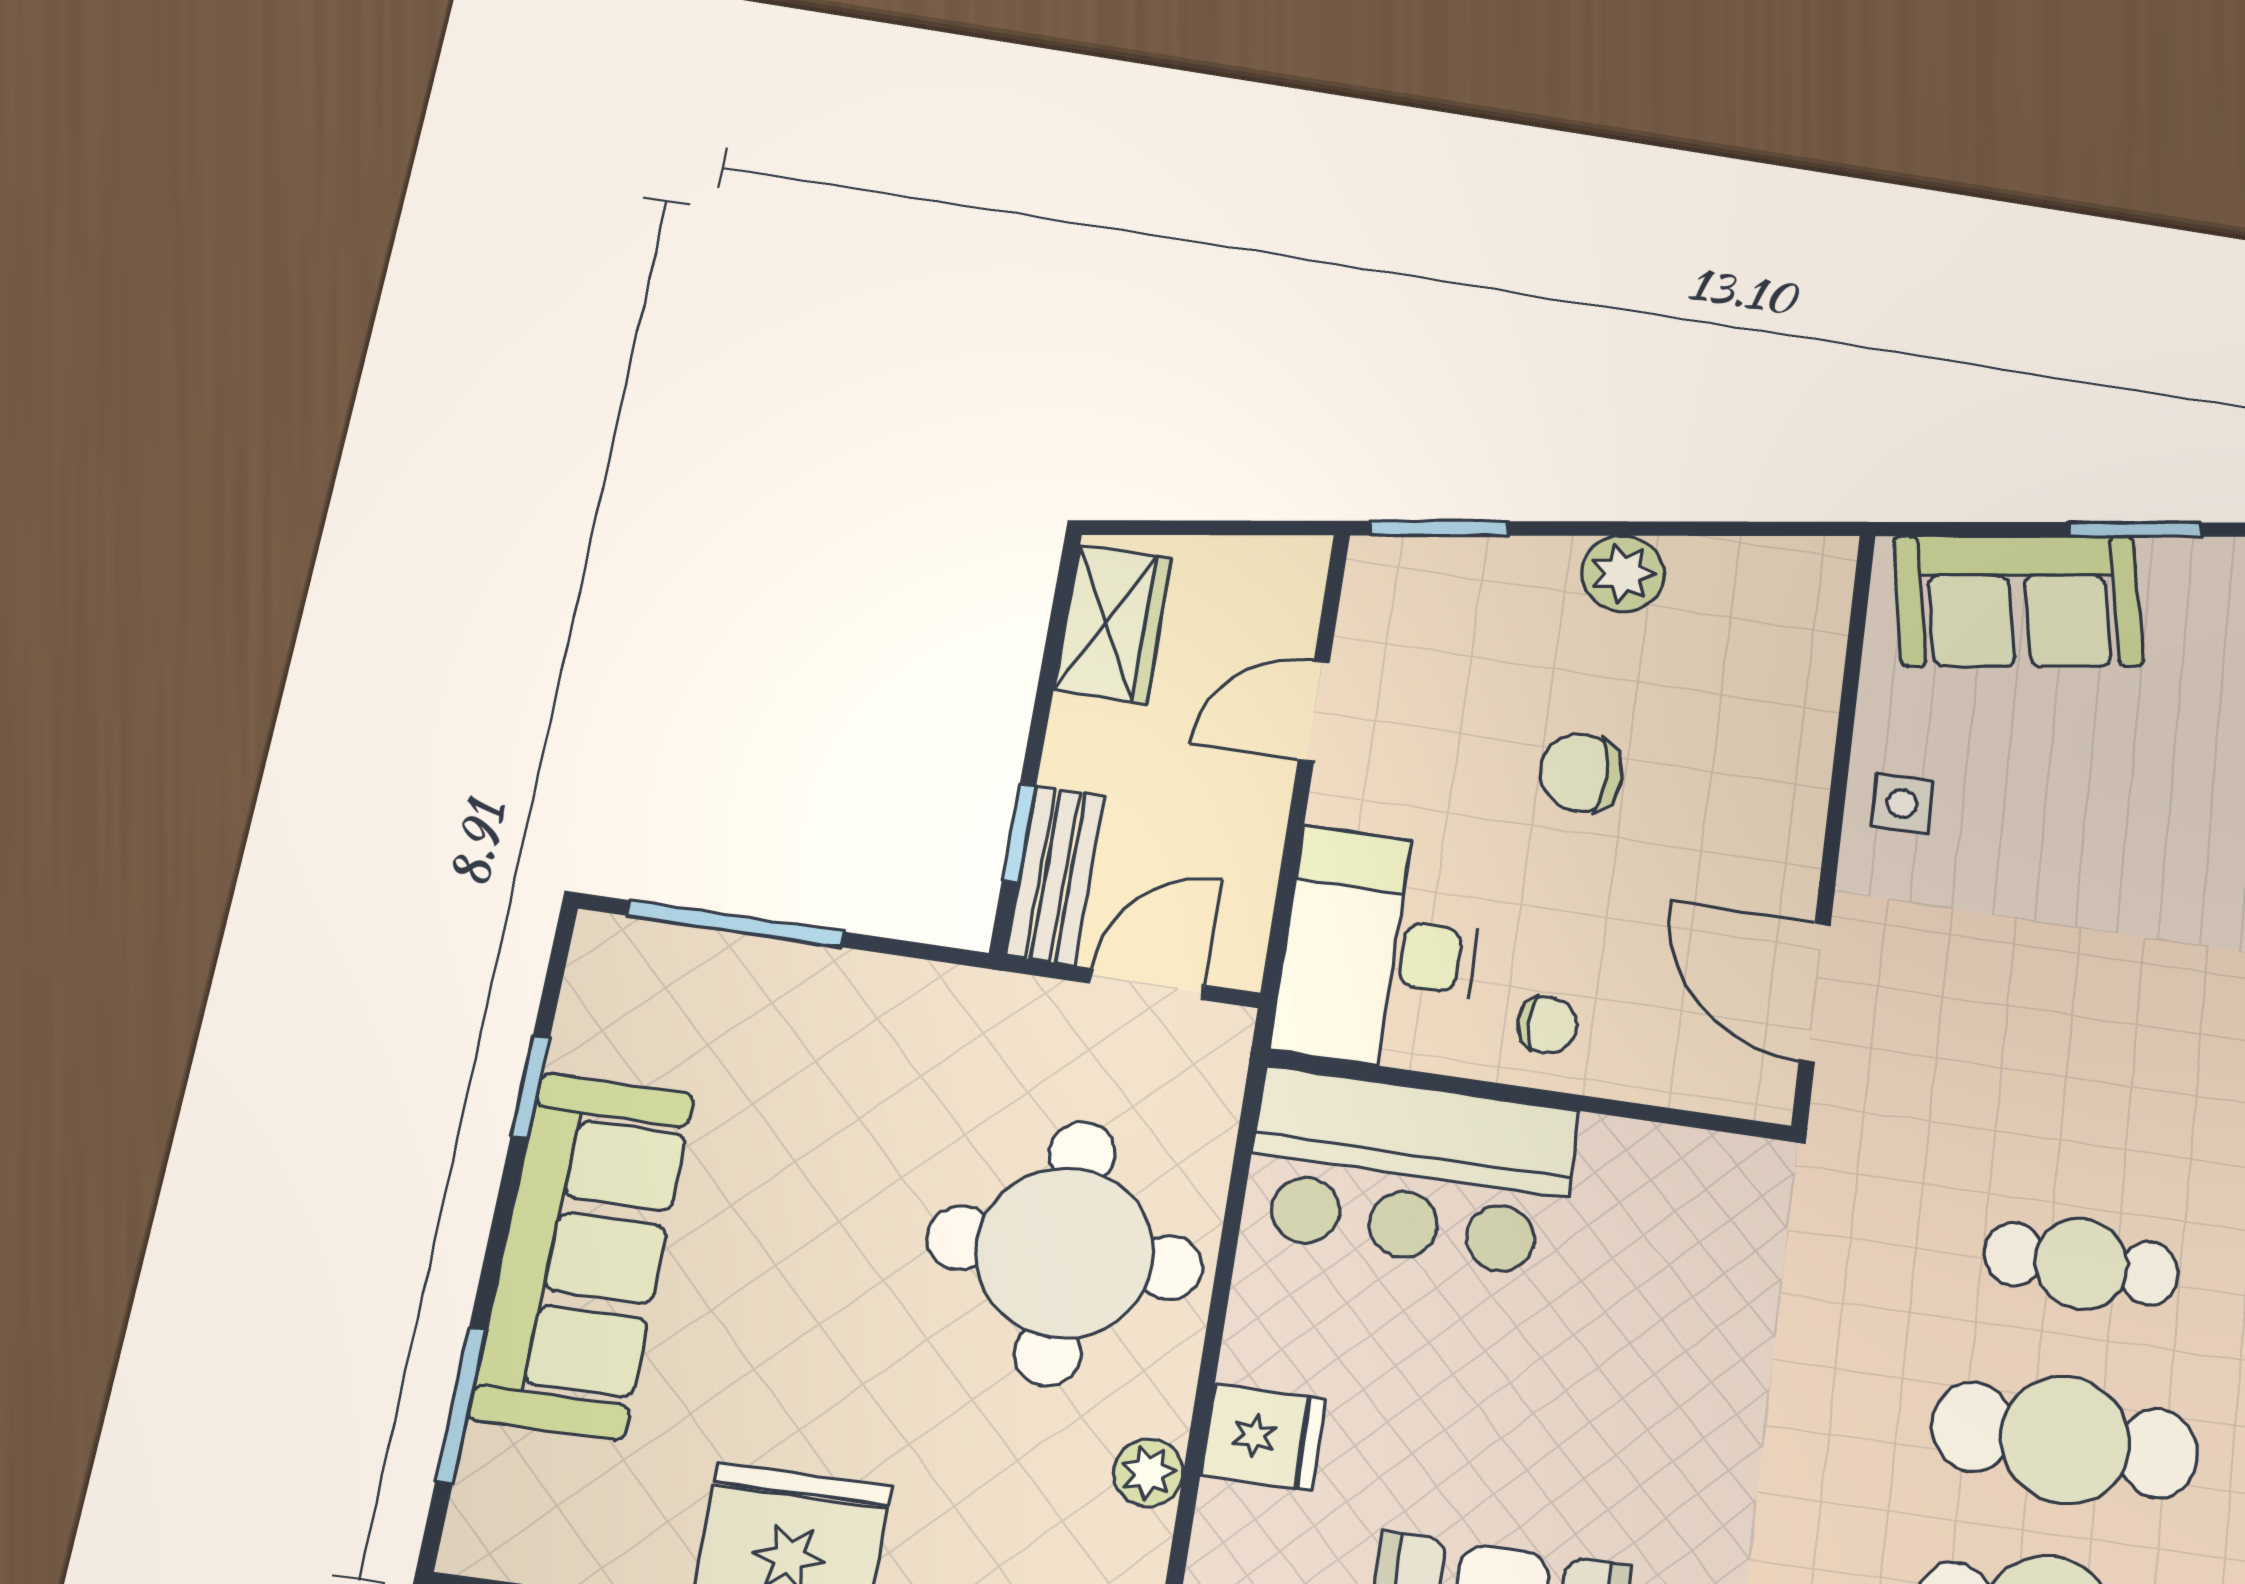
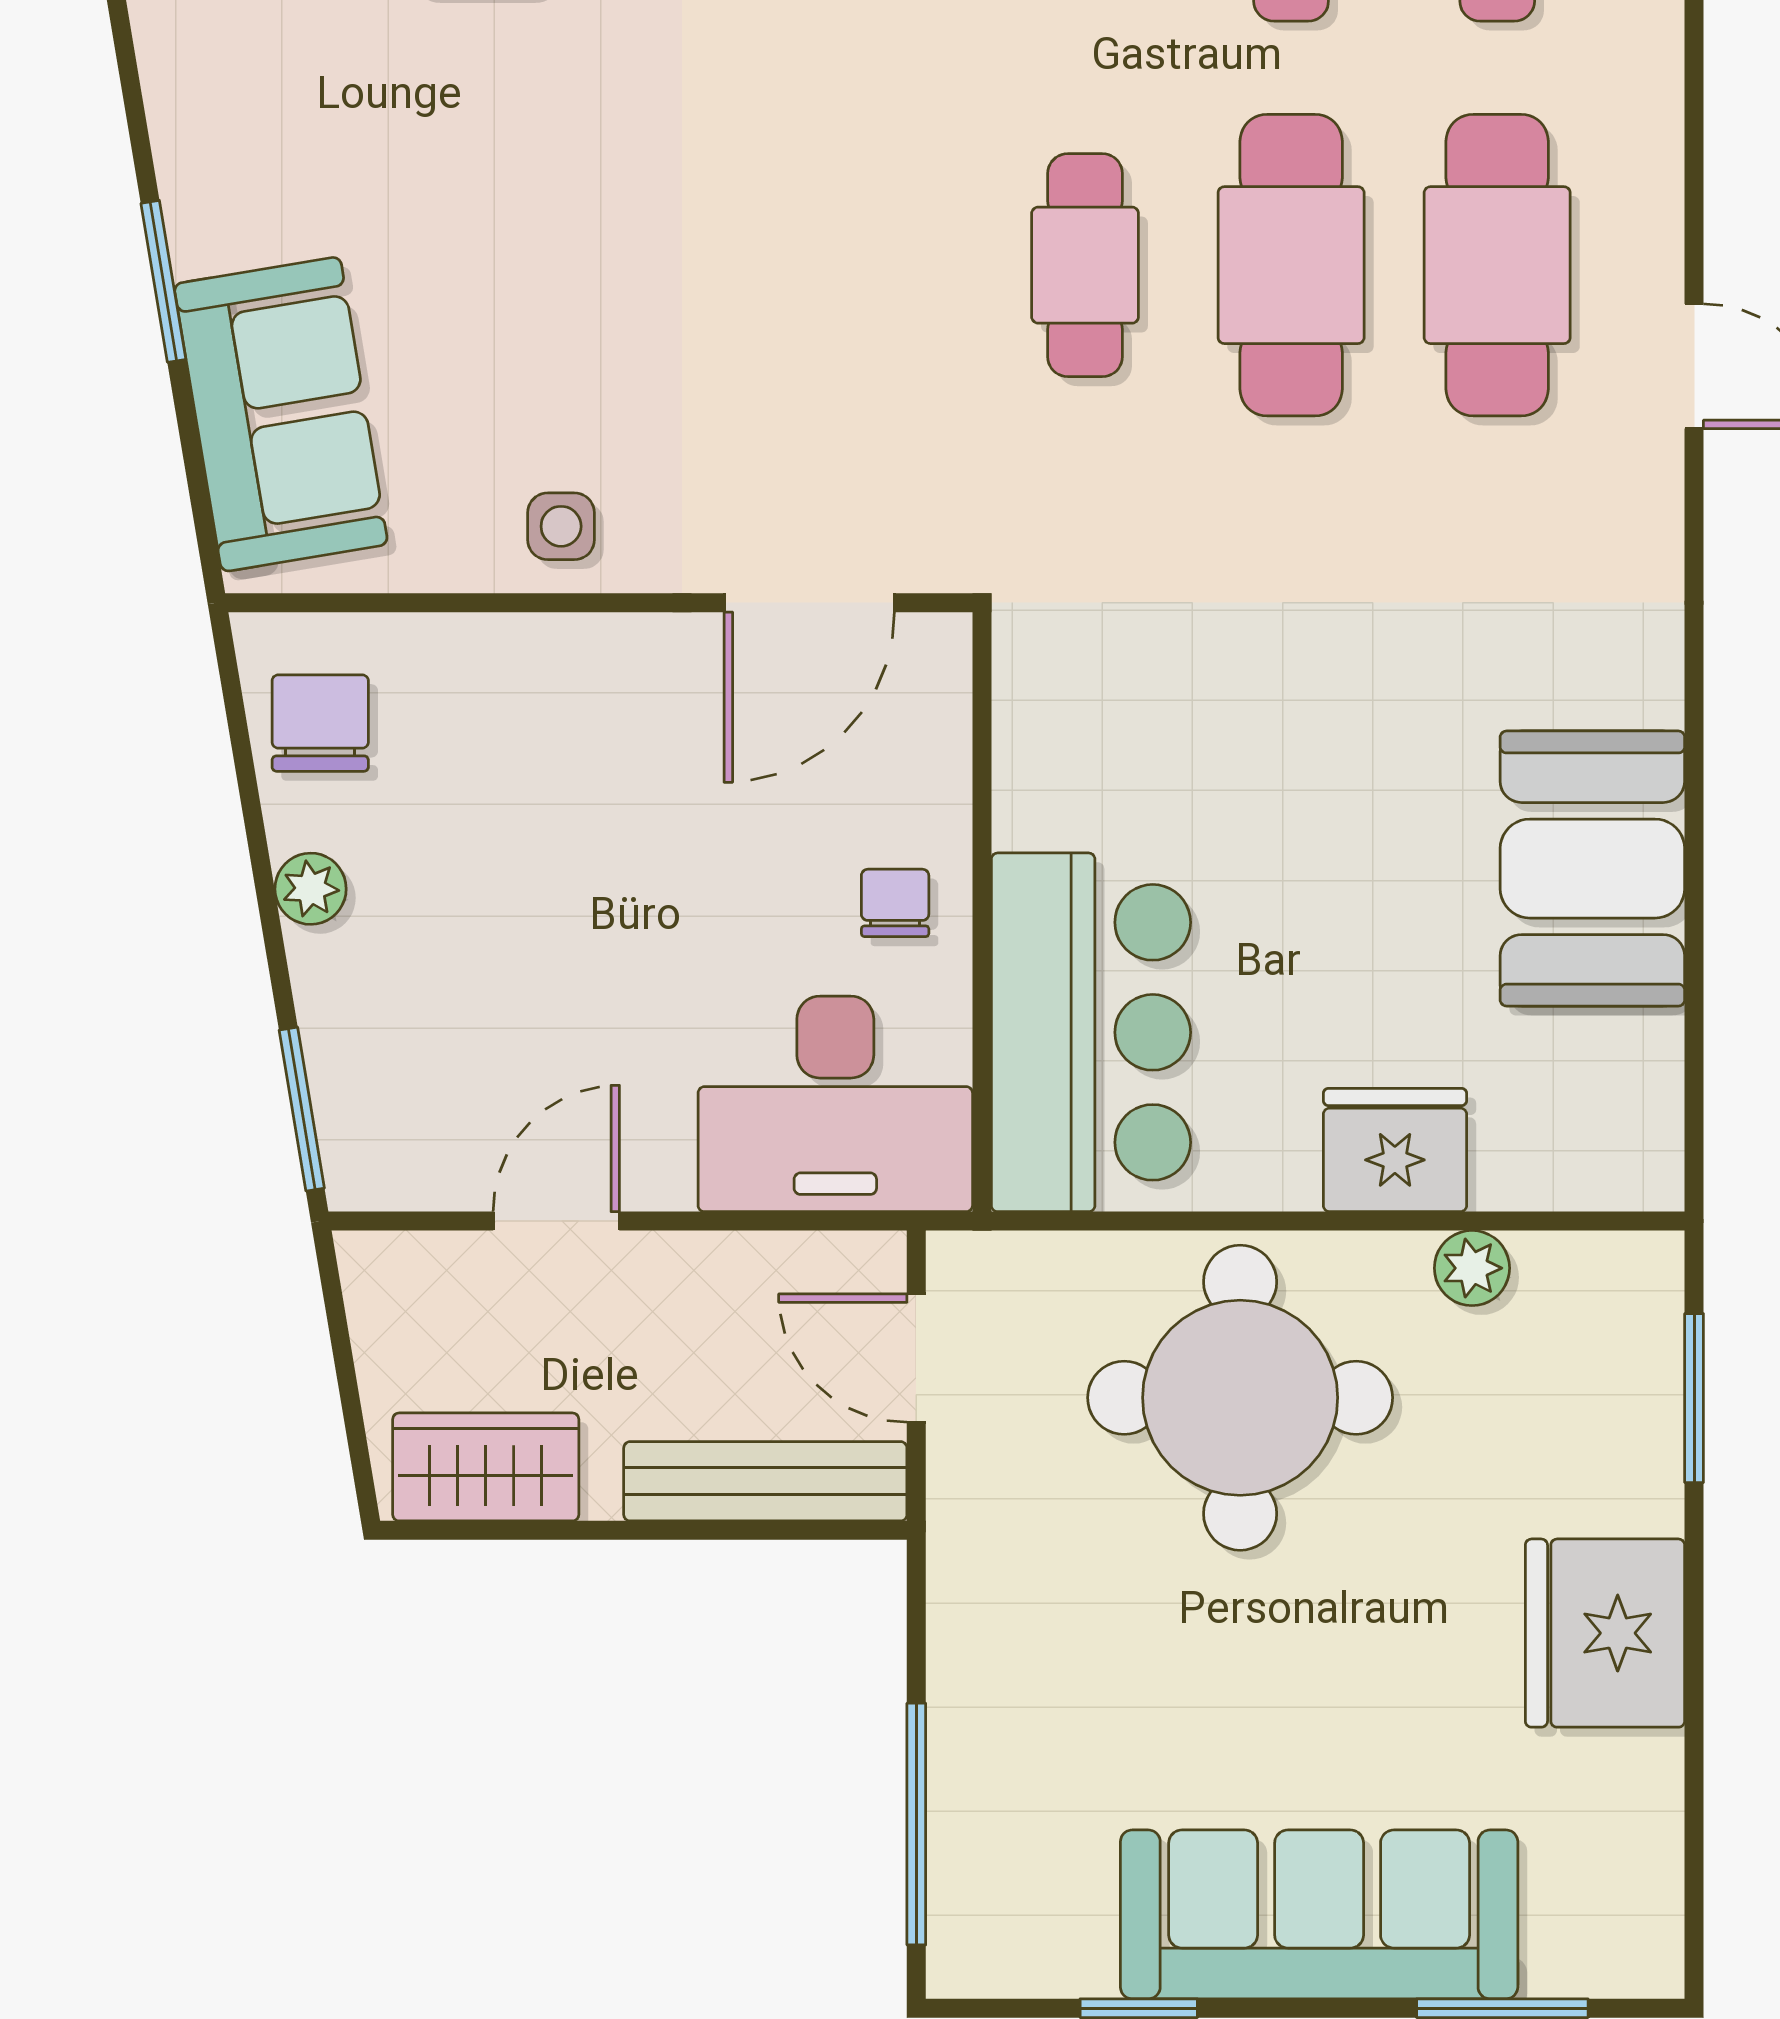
plant: (1623, 574) -> (311, 889), width x0.73, depth x0.73
door: (1314, 711) -> (556, 1221), swing flipped
chair: (1581, 773) -> (320, 723), moved, turned 180
window: (1019, 833) -> (759, 1530), removed
bench: (1055, 875) -> (765, 1481), width x1.36
fridge: (1264, 1437) -> (1395, 1150), width x1.38

